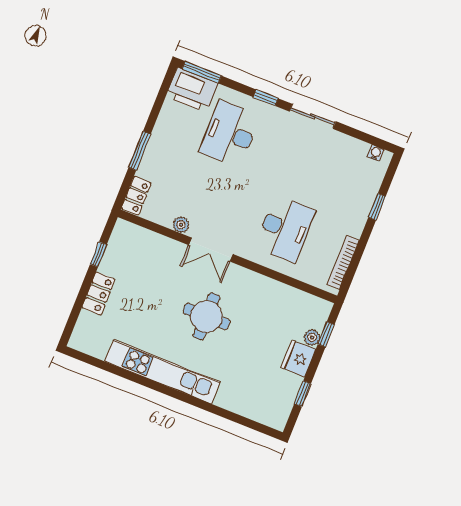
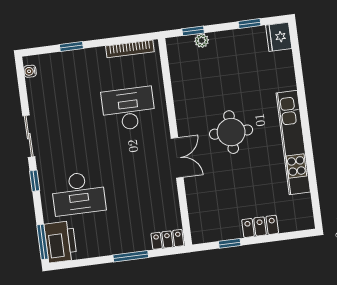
plant: (181, 225) -> (171, 192), removed
fridge: (298, 358) -> (279, 37), moved, turned 90

